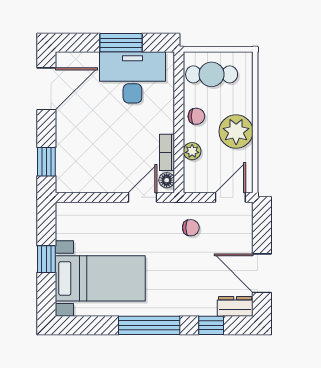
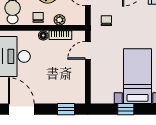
floor lamp: (167, 180) -> (43, 35), moved
door: (143, 197) -> (88, 50), hinge flipped

